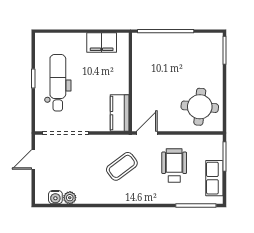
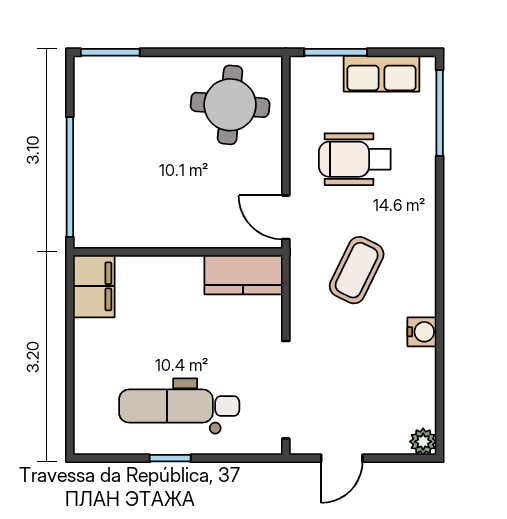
filing cabinet: (102, 43) -> (94, 286), moved
door: (33, 159) -> (342, 458), hinge flipped
coffee table: (122, 166) -> (357, 270), turned 63
water cooler: (55, 197) -> (422, 332), moved
plant: (70, 198) -> (423, 442), moved

